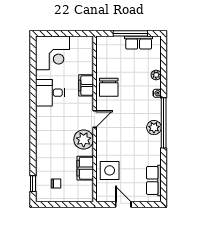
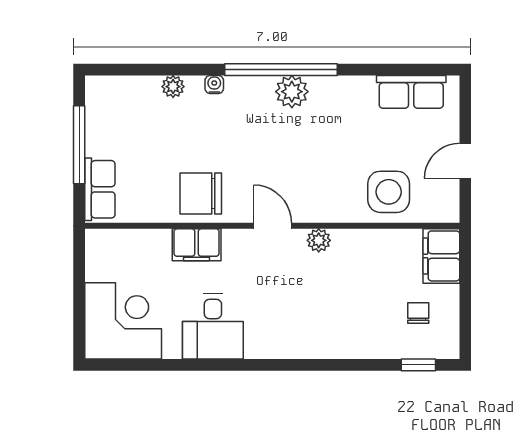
row of seats: (139, 43) -> (100, 189), moved
chair: (109, 87) -> (201, 193), turned 180
plant: (84, 140) -> (319, 240), width x0.53, depth x0.53
filing cabinet: (85, 168) -> (441, 256), moved, turned 90

